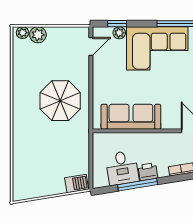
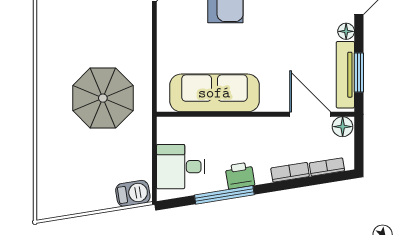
parasol: (60, 101) -> (103, 98), moved
desk: (122, 168) -> (181, 167), moved, turned 99

